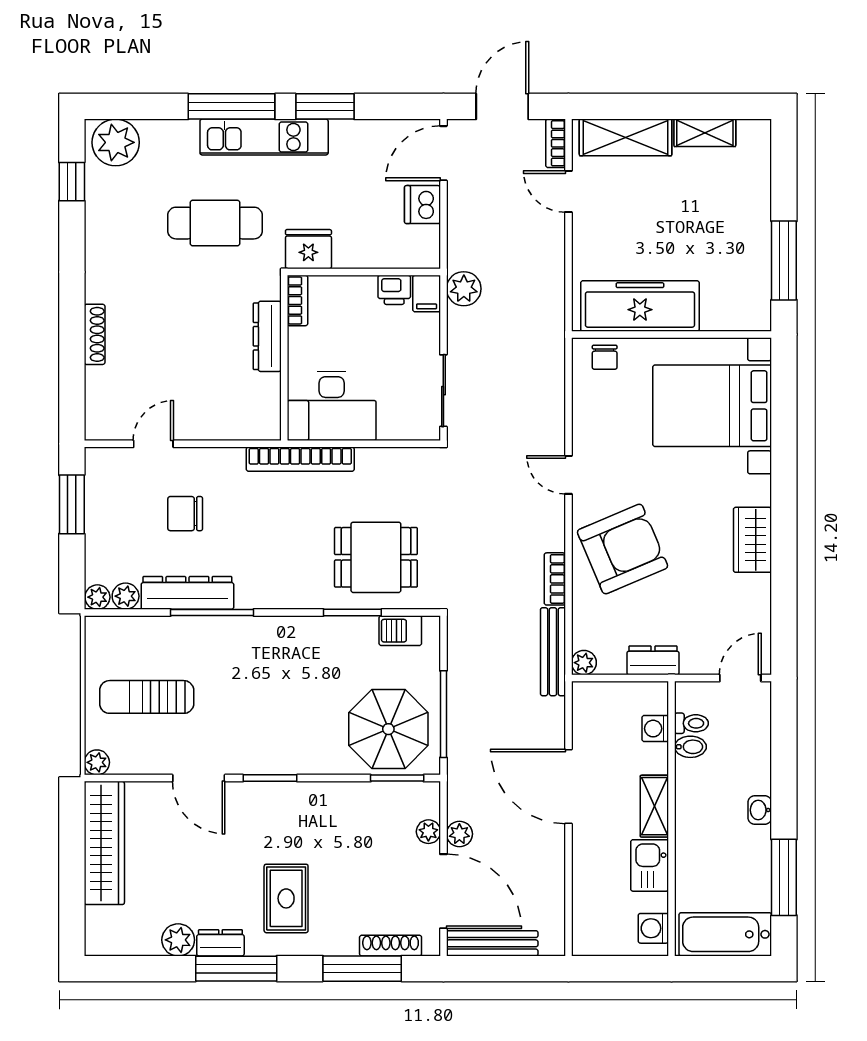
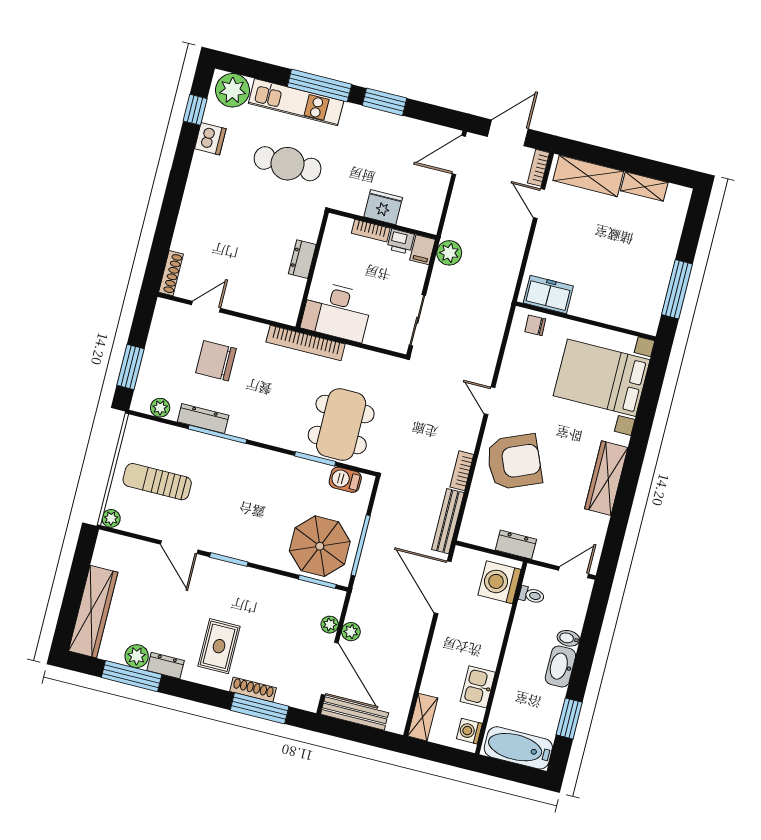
kitchen unit: (264, 137) -> (296, 102), moved
dishwasher: (423, 205) -> (210, 139), moved, turned 180
fridge: (308, 249) -> (383, 207), moved
bookcase: (297, 300) -> (371, 231), moved, turned 90
freezer: (640, 306) -> (548, 294), width x0.52, depth x0.79
shoe rack: (95, 334) -> (171, 273), moved
dresser: (267, 336) -> (302, 259), width x0.70
chair: (605, 357) -> (535, 325), turned 89
window: (72, 504) -> (131, 367), moved
chair: (185, 514) -> (216, 361), width x1.37, depth x1.37
wardrobe: (753, 540) -> (606, 478), width x1.50
dining table: (376, 557) -> (341, 424), width x1.38
dresser: (187, 593) -> (203, 419), width x0.73, depth x0.80
plant: (97, 597) -> (140, 403), removed
plant: (584, 663) -> (467, 534), removed
washing machine: (655, 729) -> (499, 582), width x1.89, depth x1.89
bidet: (690, 747) -> (568, 638), moved, turned 180
door: (568, 786) -> (443, 587), moved
shelving: (654, 806) -> (423, 717), moved
washbasin: (760, 810) -> (560, 667), width x1.91, depth x1.45
wardrobe: (104, 843) -> (93, 612), moved
window: (784, 877) -> (569, 719), width x0.69
shoe rack: (391, 946) -> (253, 690), moved
window: (236, 969) -> (132, 676), moved

